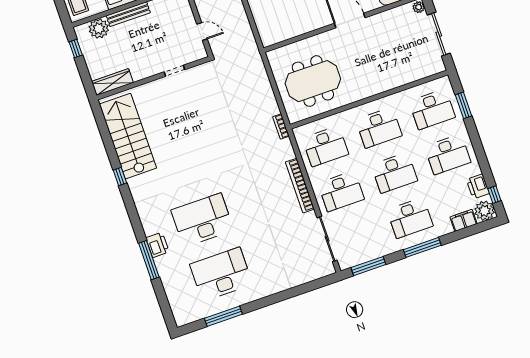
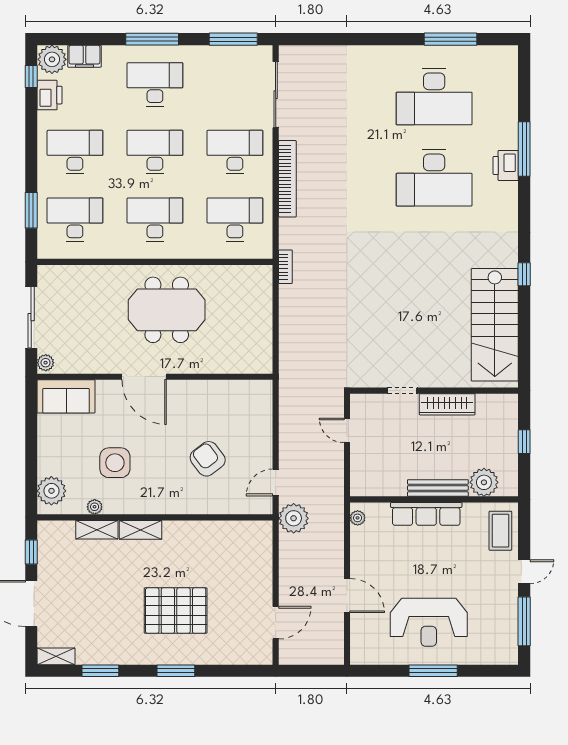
window: (76, 49) -> (524, 442), moved
meeting table: (313, 81) -> (167, 310), moved
wardrobe: (112, 82) -> (447, 404), moved

